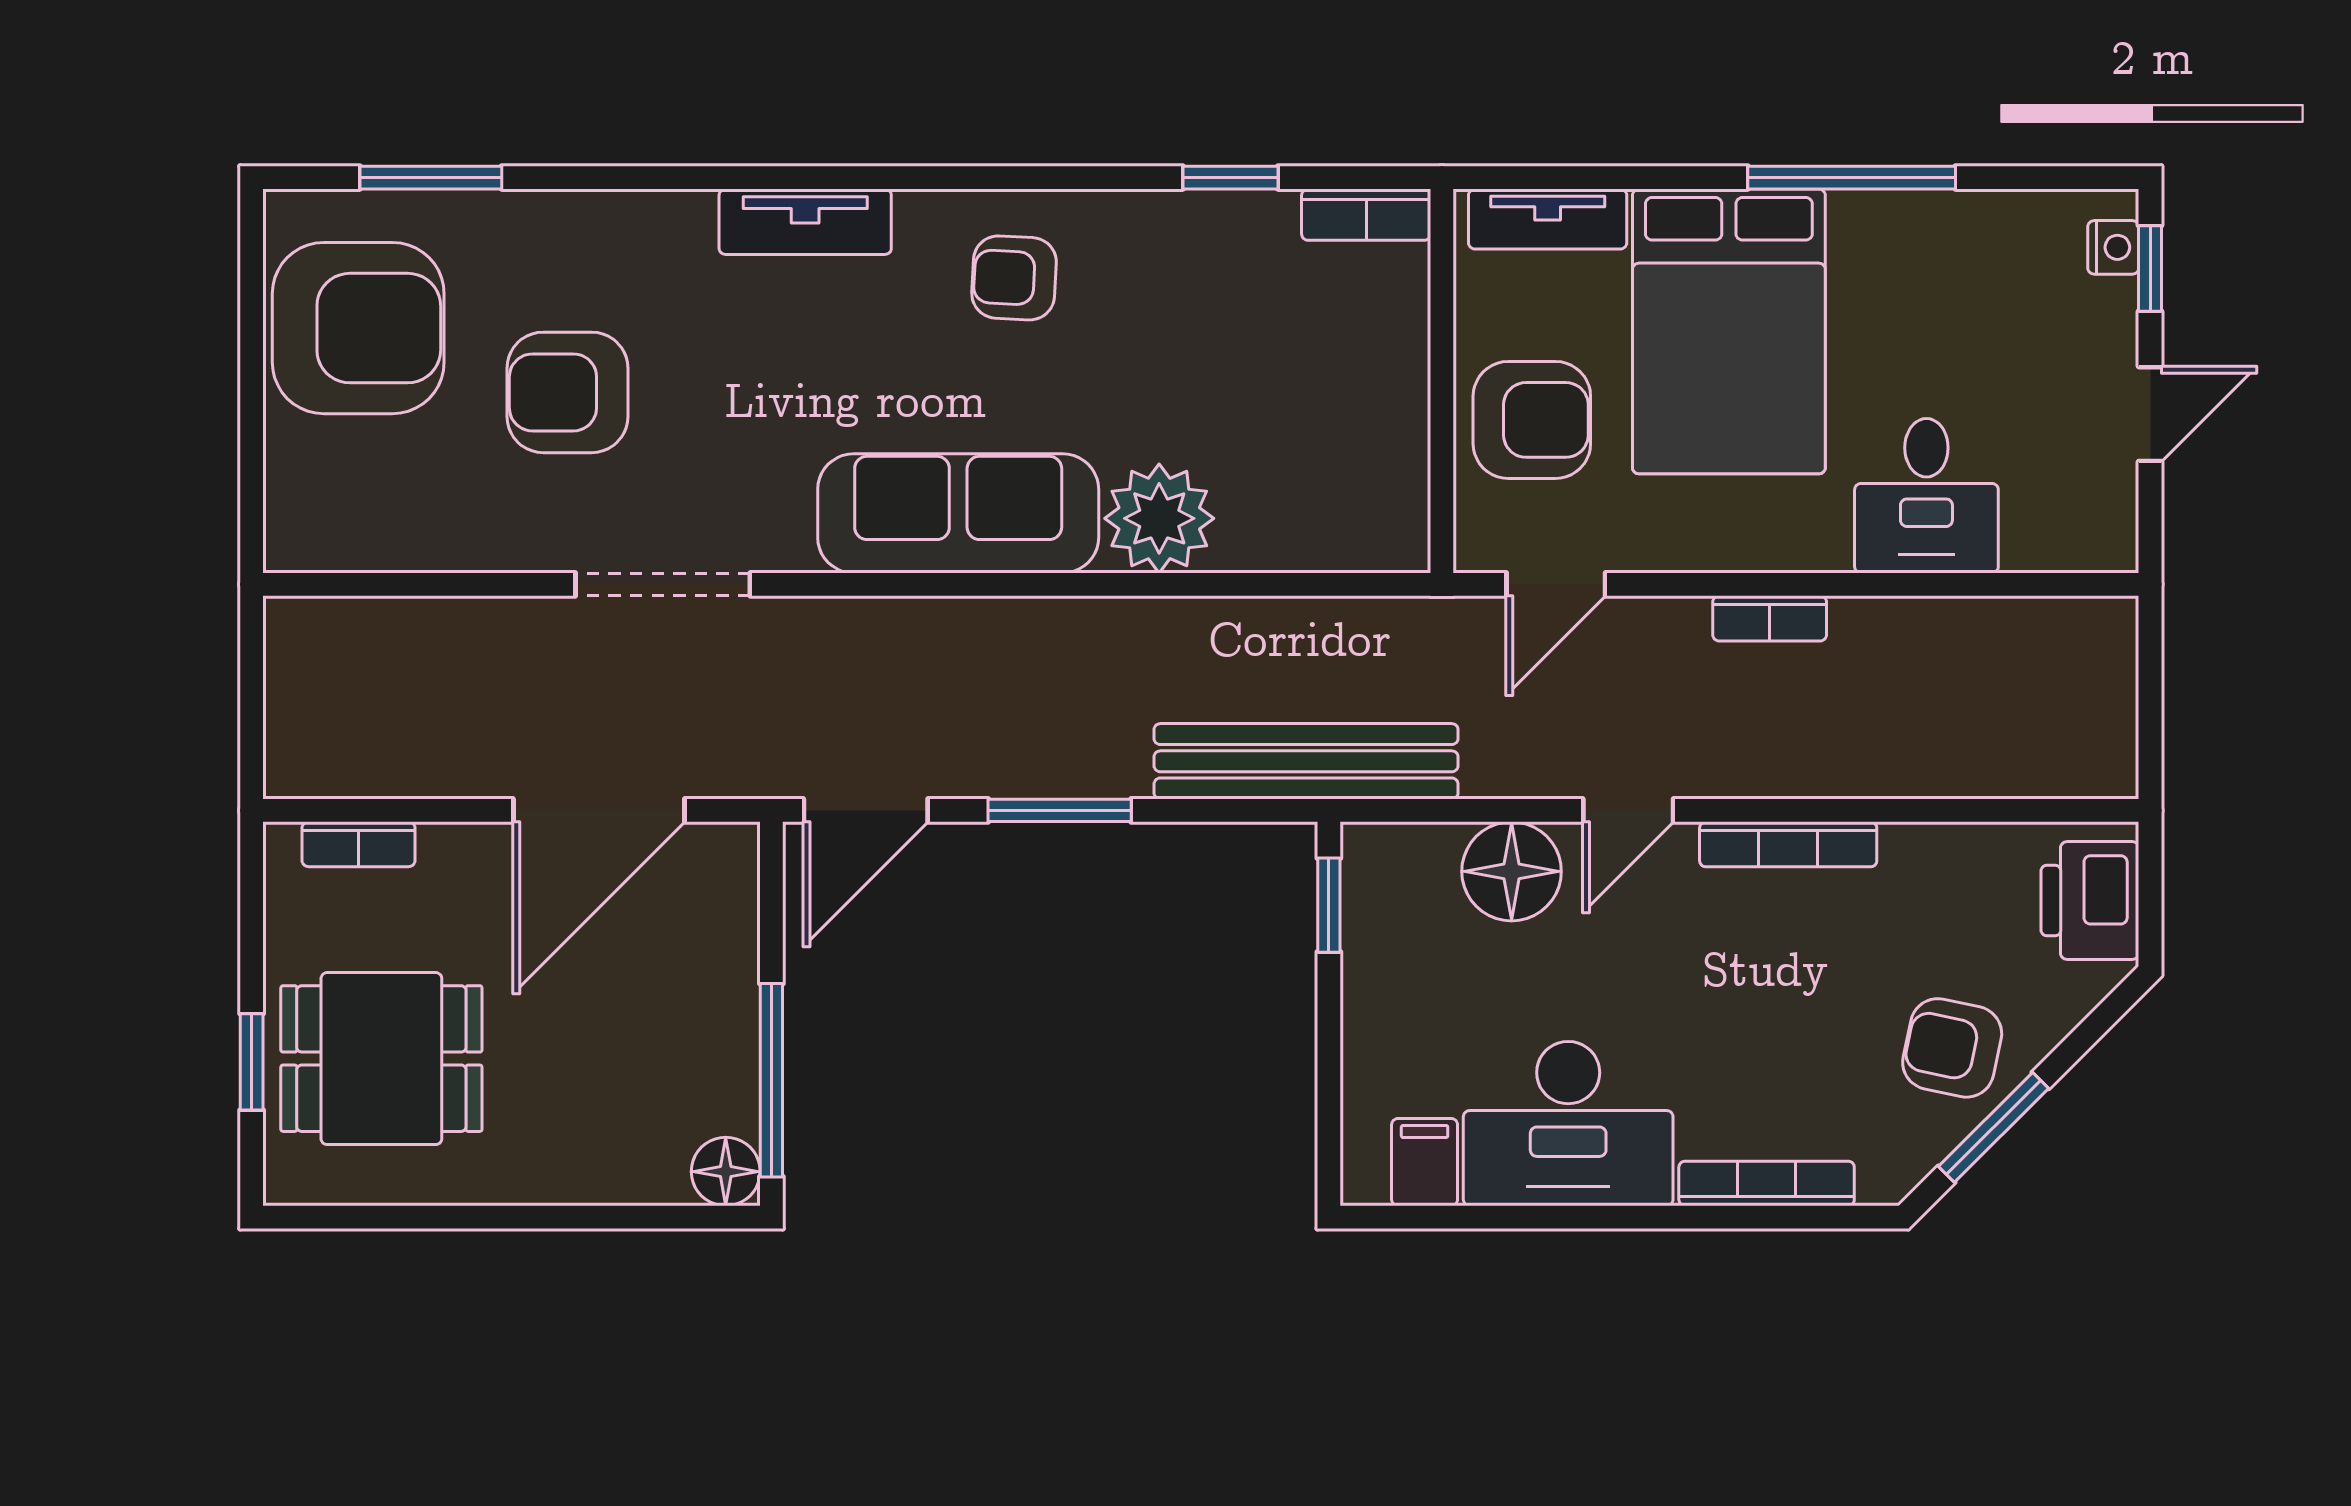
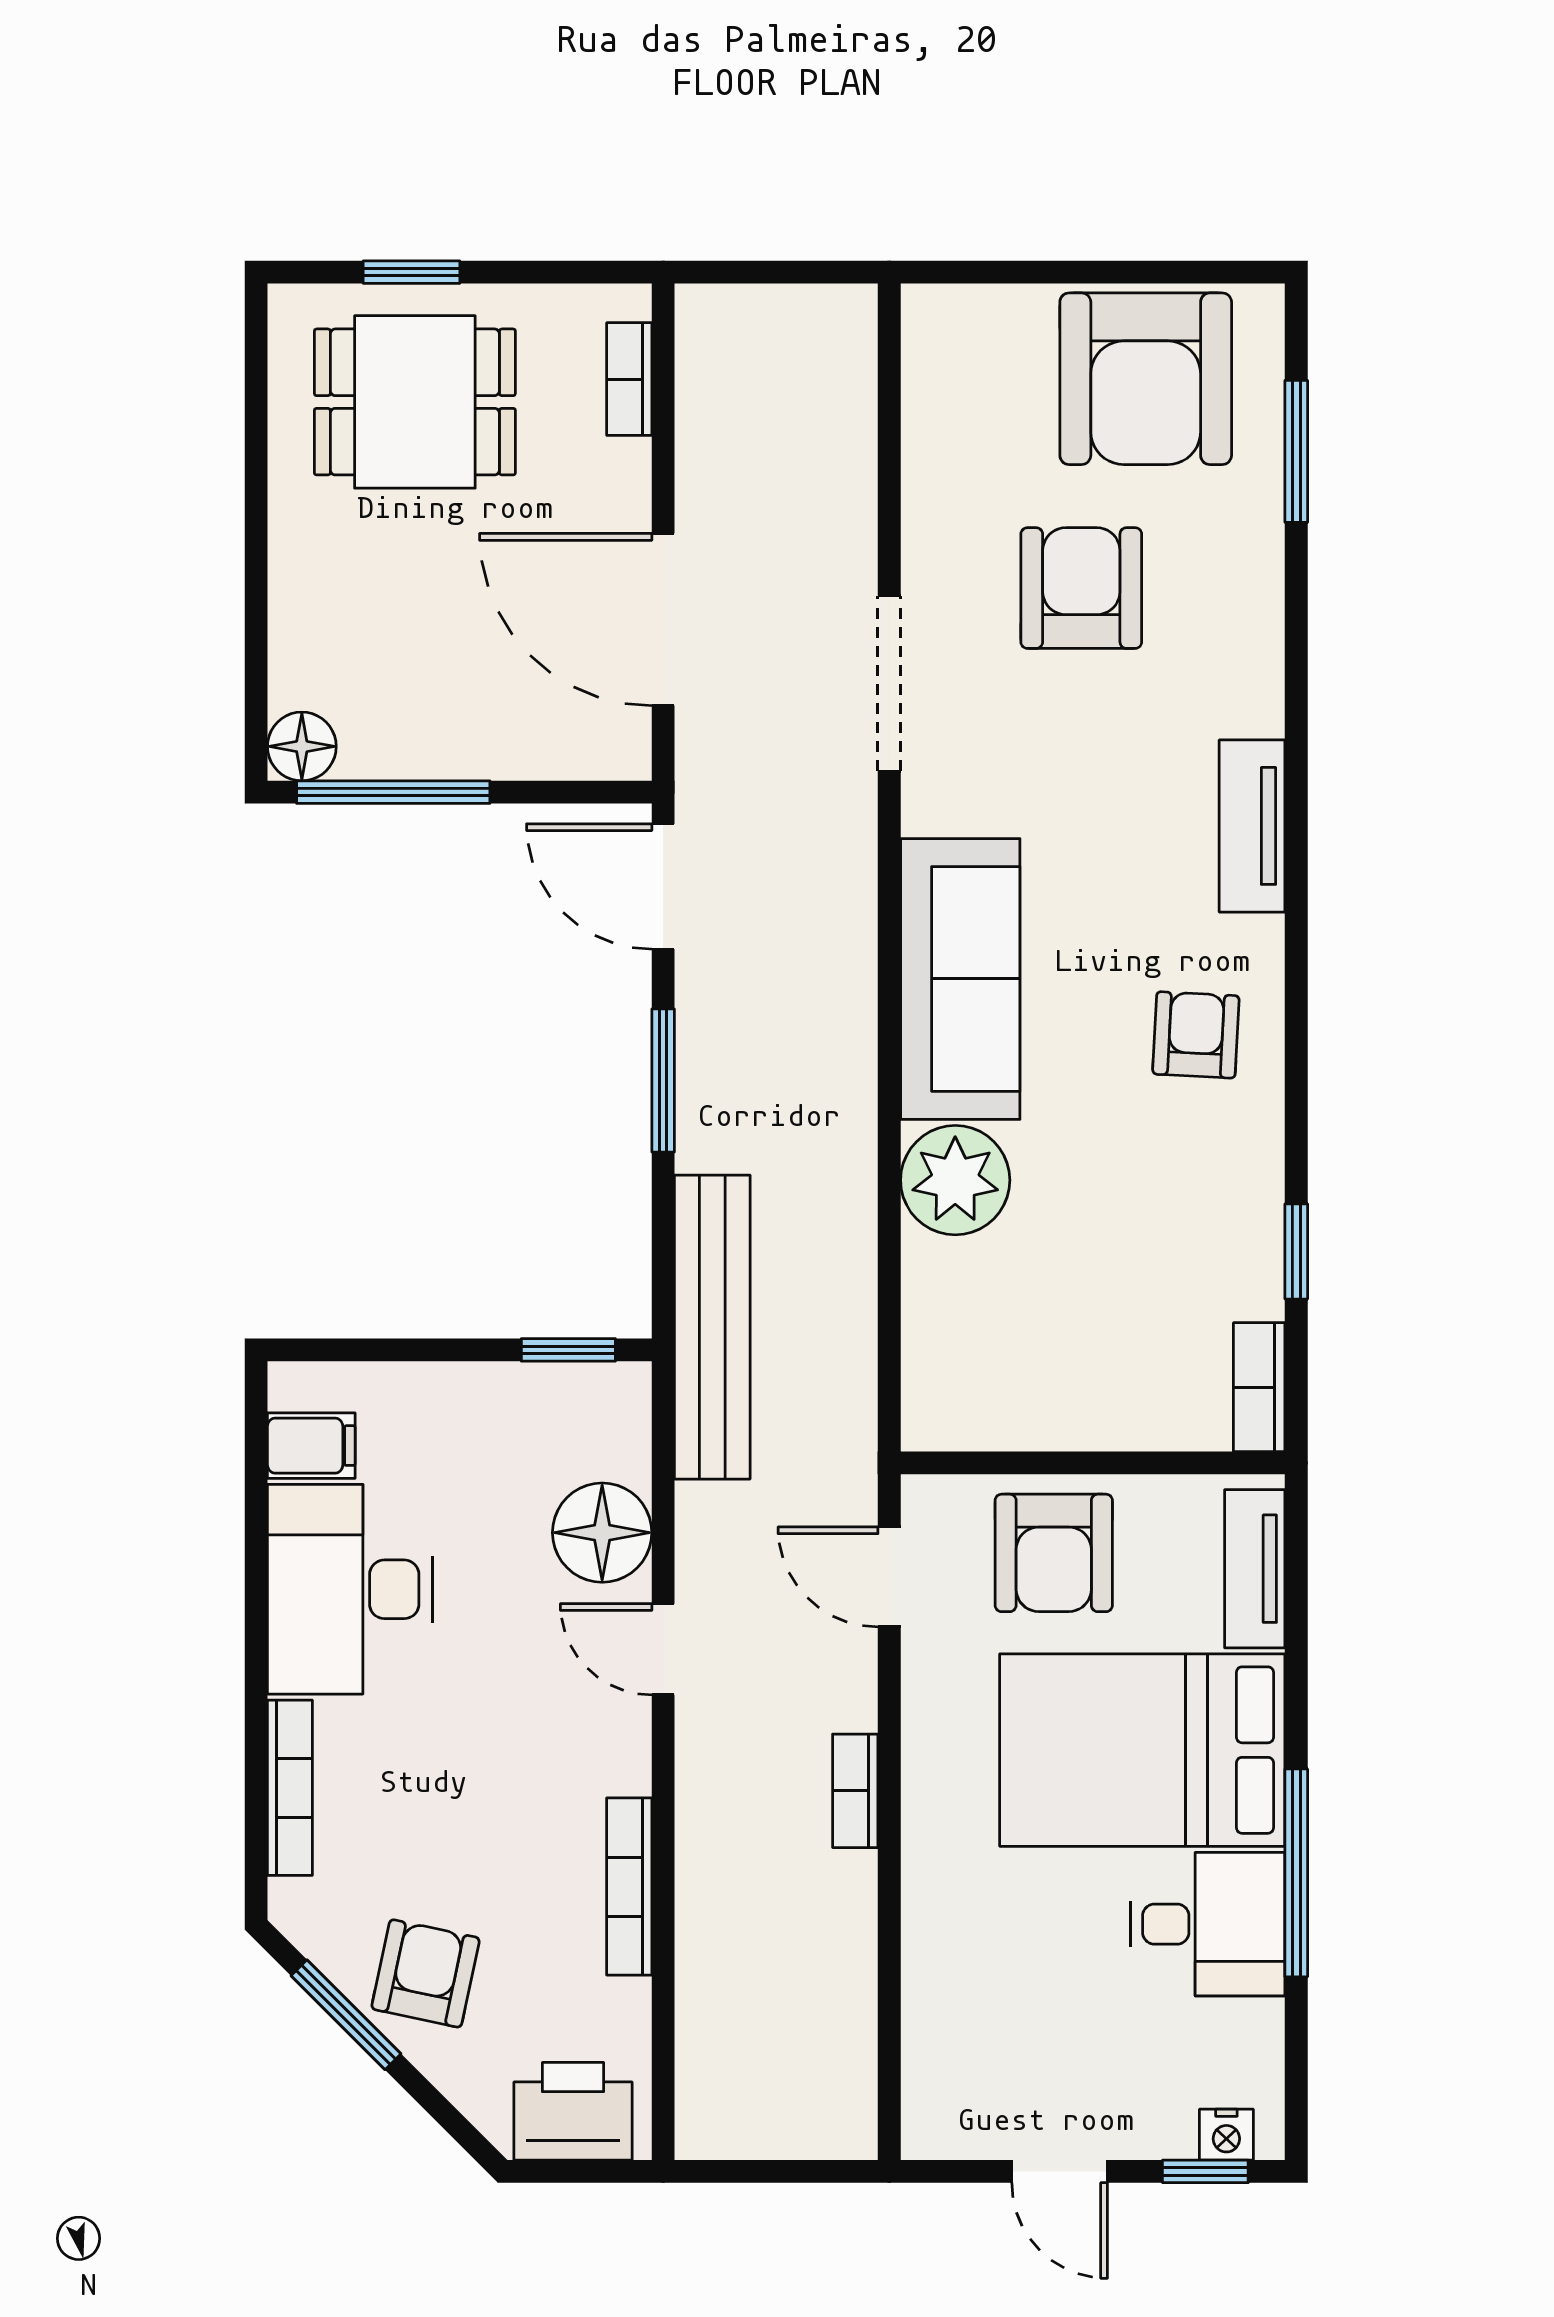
desk: (1926, 496) -> (1208, 1924), moved, turned 180
bookcase: (1788, 844) -> (629, 1887), moved
dining table: (381, 1059) -> (415, 402), turned 90

